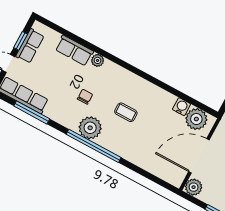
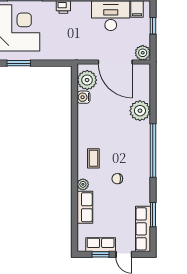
window: (32, 112) -> (153, 215), width x0.69
coffee table: (126, 112) -> (93, 158), moved
plant: (90, 128) -> (140, 111), moved

